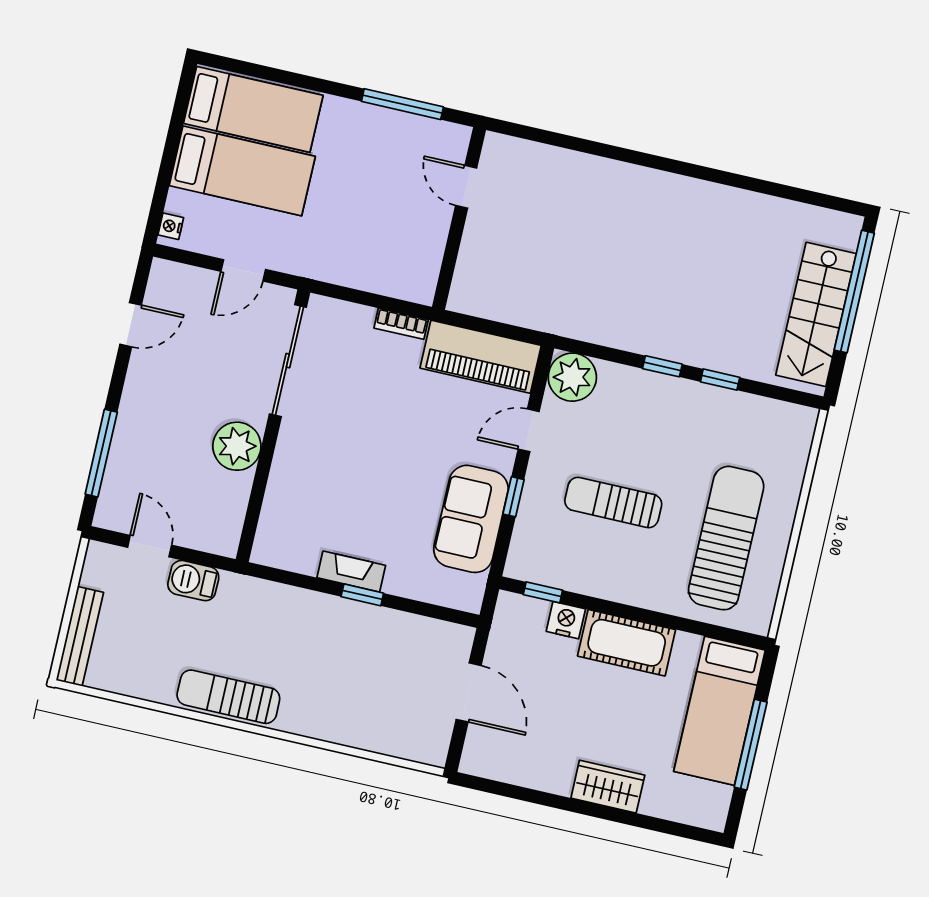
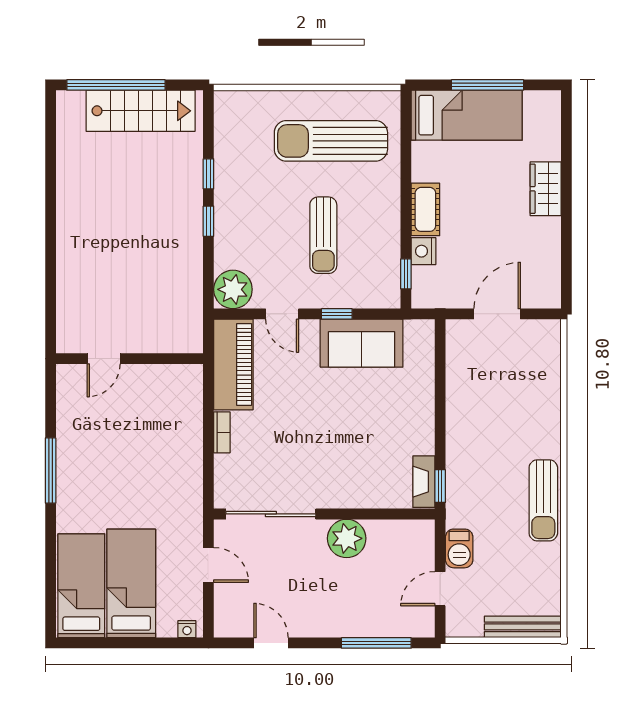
door: (466, 187) -> (104, 359), moved
wall: (459, 218) -> (130, 359), moved
fireplace: (351, 571) -> (424, 482), moved
window: (362, 595) -> (440, 486), moved
cot: (627, 643) -> (425, 209), width x0.73, depth x0.75

